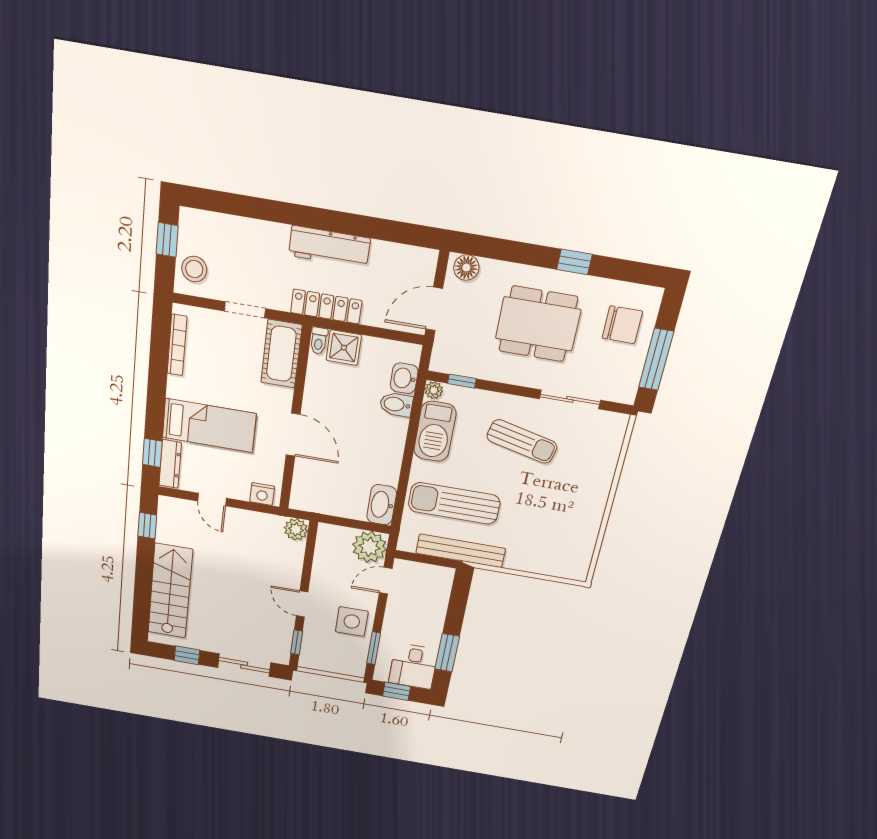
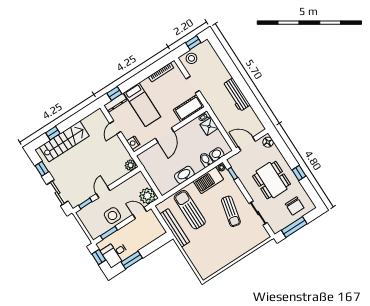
locker: (326, 307) -> (217, 110), removed
washbasin: (382, 505) -> (184, 175), moved
window: (147, 526) -> (53, 133), moved

